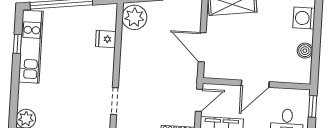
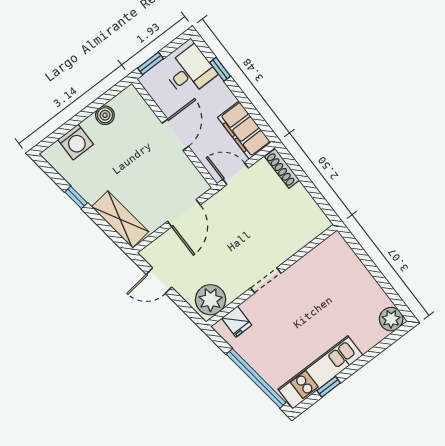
fridge: (106, 39) -> (237, 322), moved
door: (255, 84) -> (175, 135), hinge flipped
doorway: (115, 101) -> (266, 280), moved

